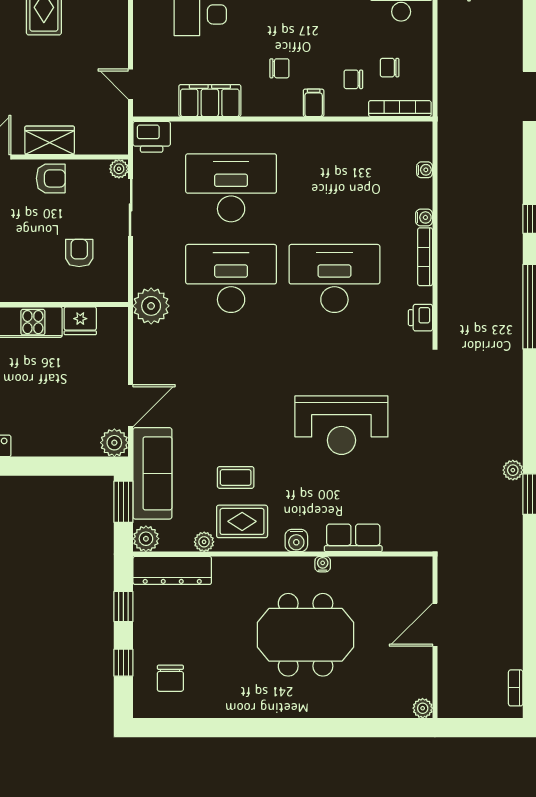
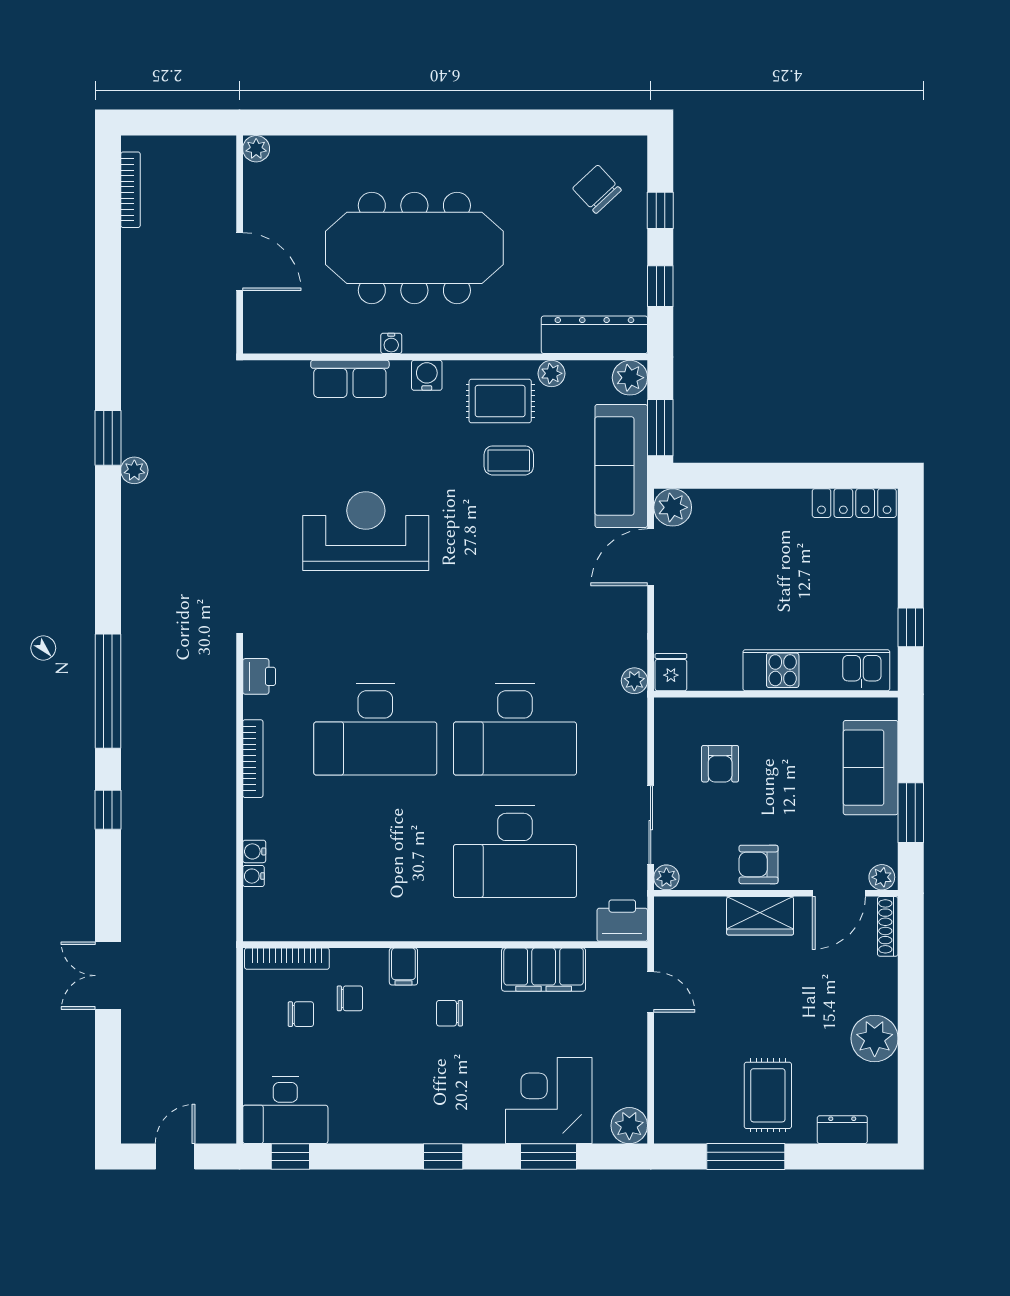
water cooler: (424, 217) -> (254, 851), moved
plant: (151, 306) -> (634, 681), width x0.53, depth x0.53
fridge: (80, 321) -> (671, 672), moved, width x0.72
door: (435, 625) -> (240, 262), hinge flipped
meeting table: (306, 635) -> (414, 248), width x1.36
chair: (170, 678) -> (597, 189), turned -43
bookcase: (516, 688) -> (130, 190), width x1.56

